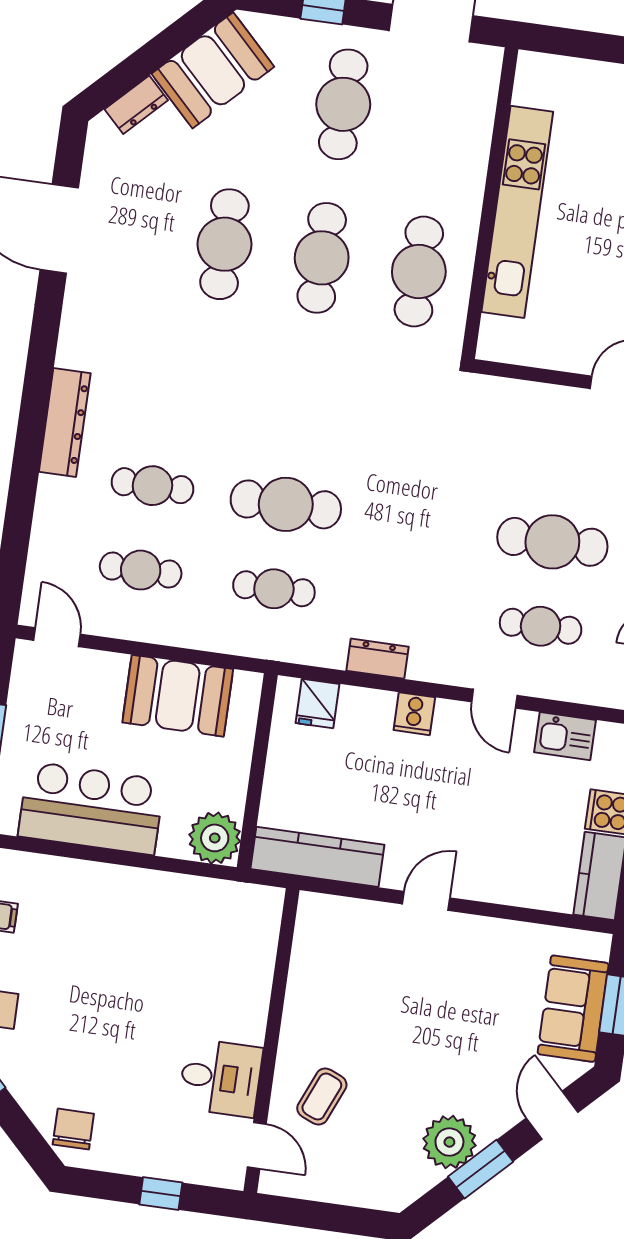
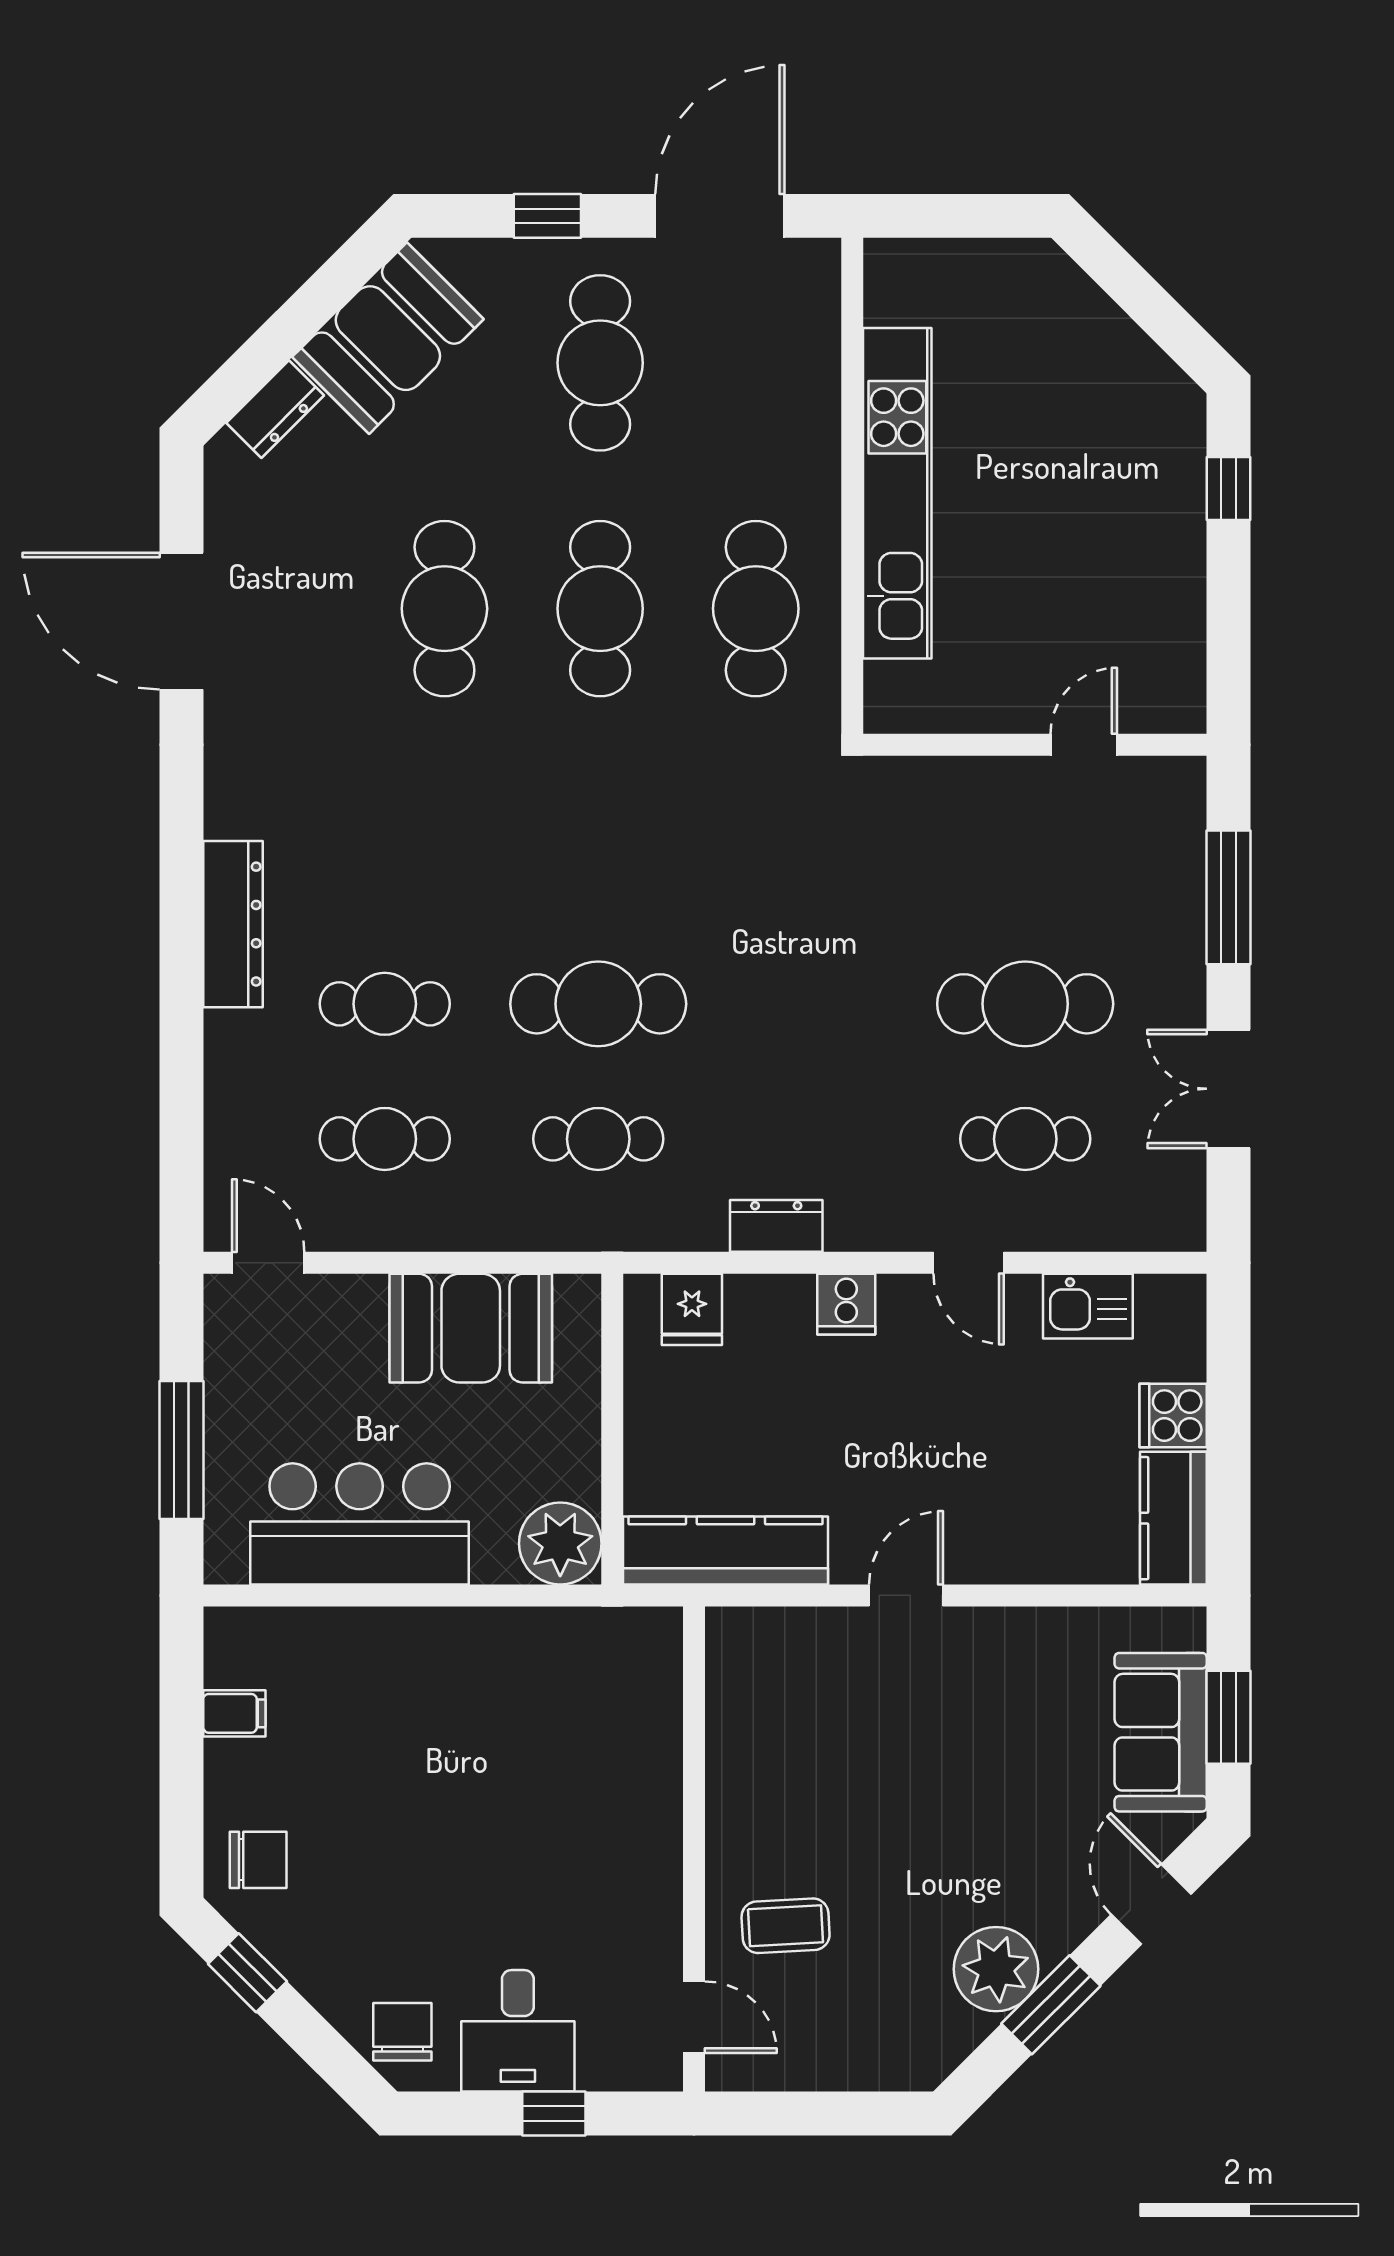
desk: (221, 1078) -> (518, 2031), moved, turned 90
coffee table: (322, 1096) -> (786, 1926), turned 64

